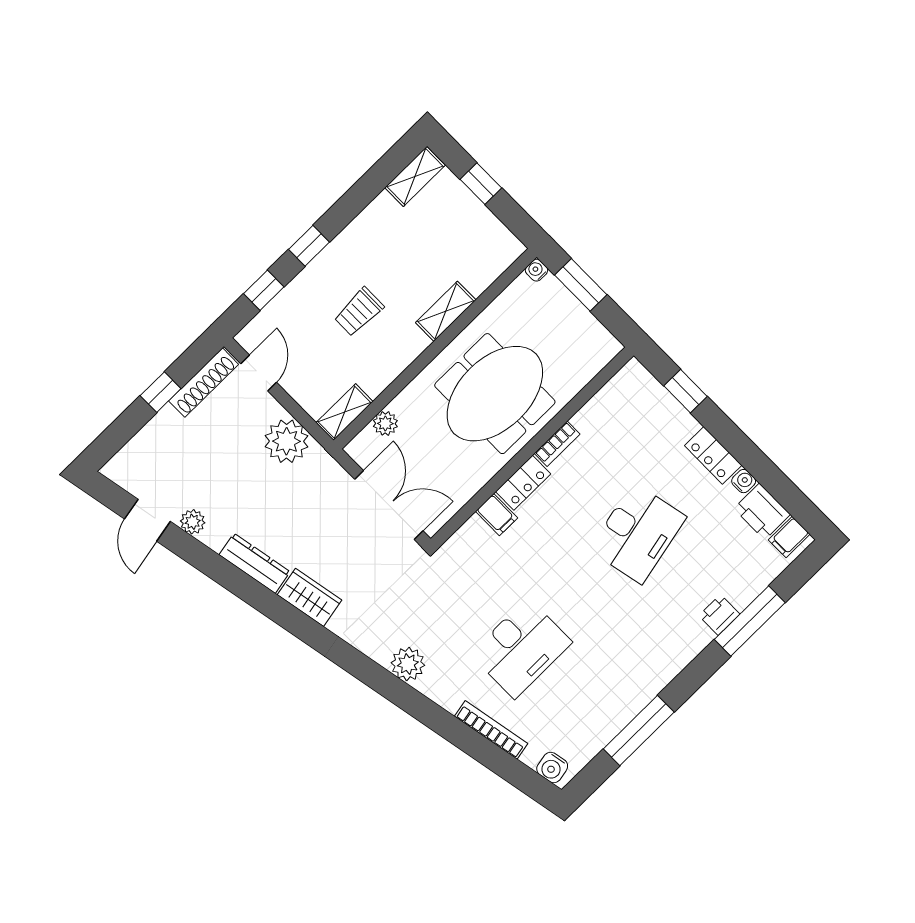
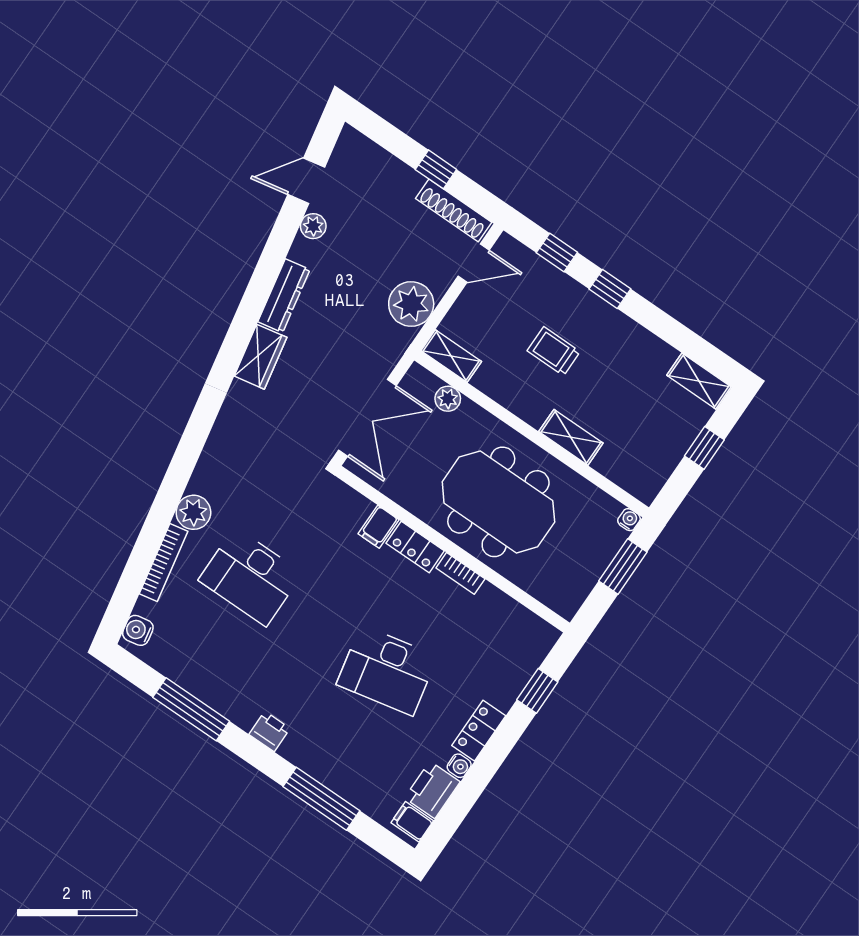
printer: (719, 615) -> (269, 731), moved
plant: (408, 664) -> (193, 512), moved

